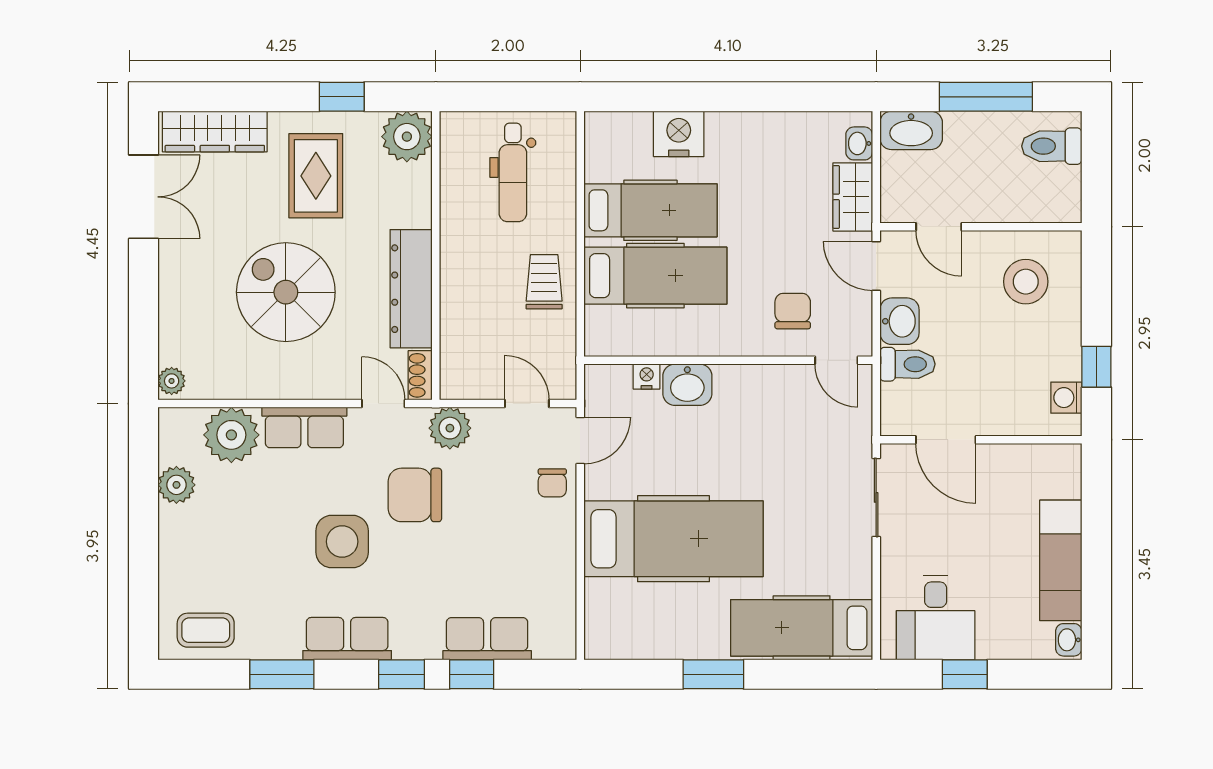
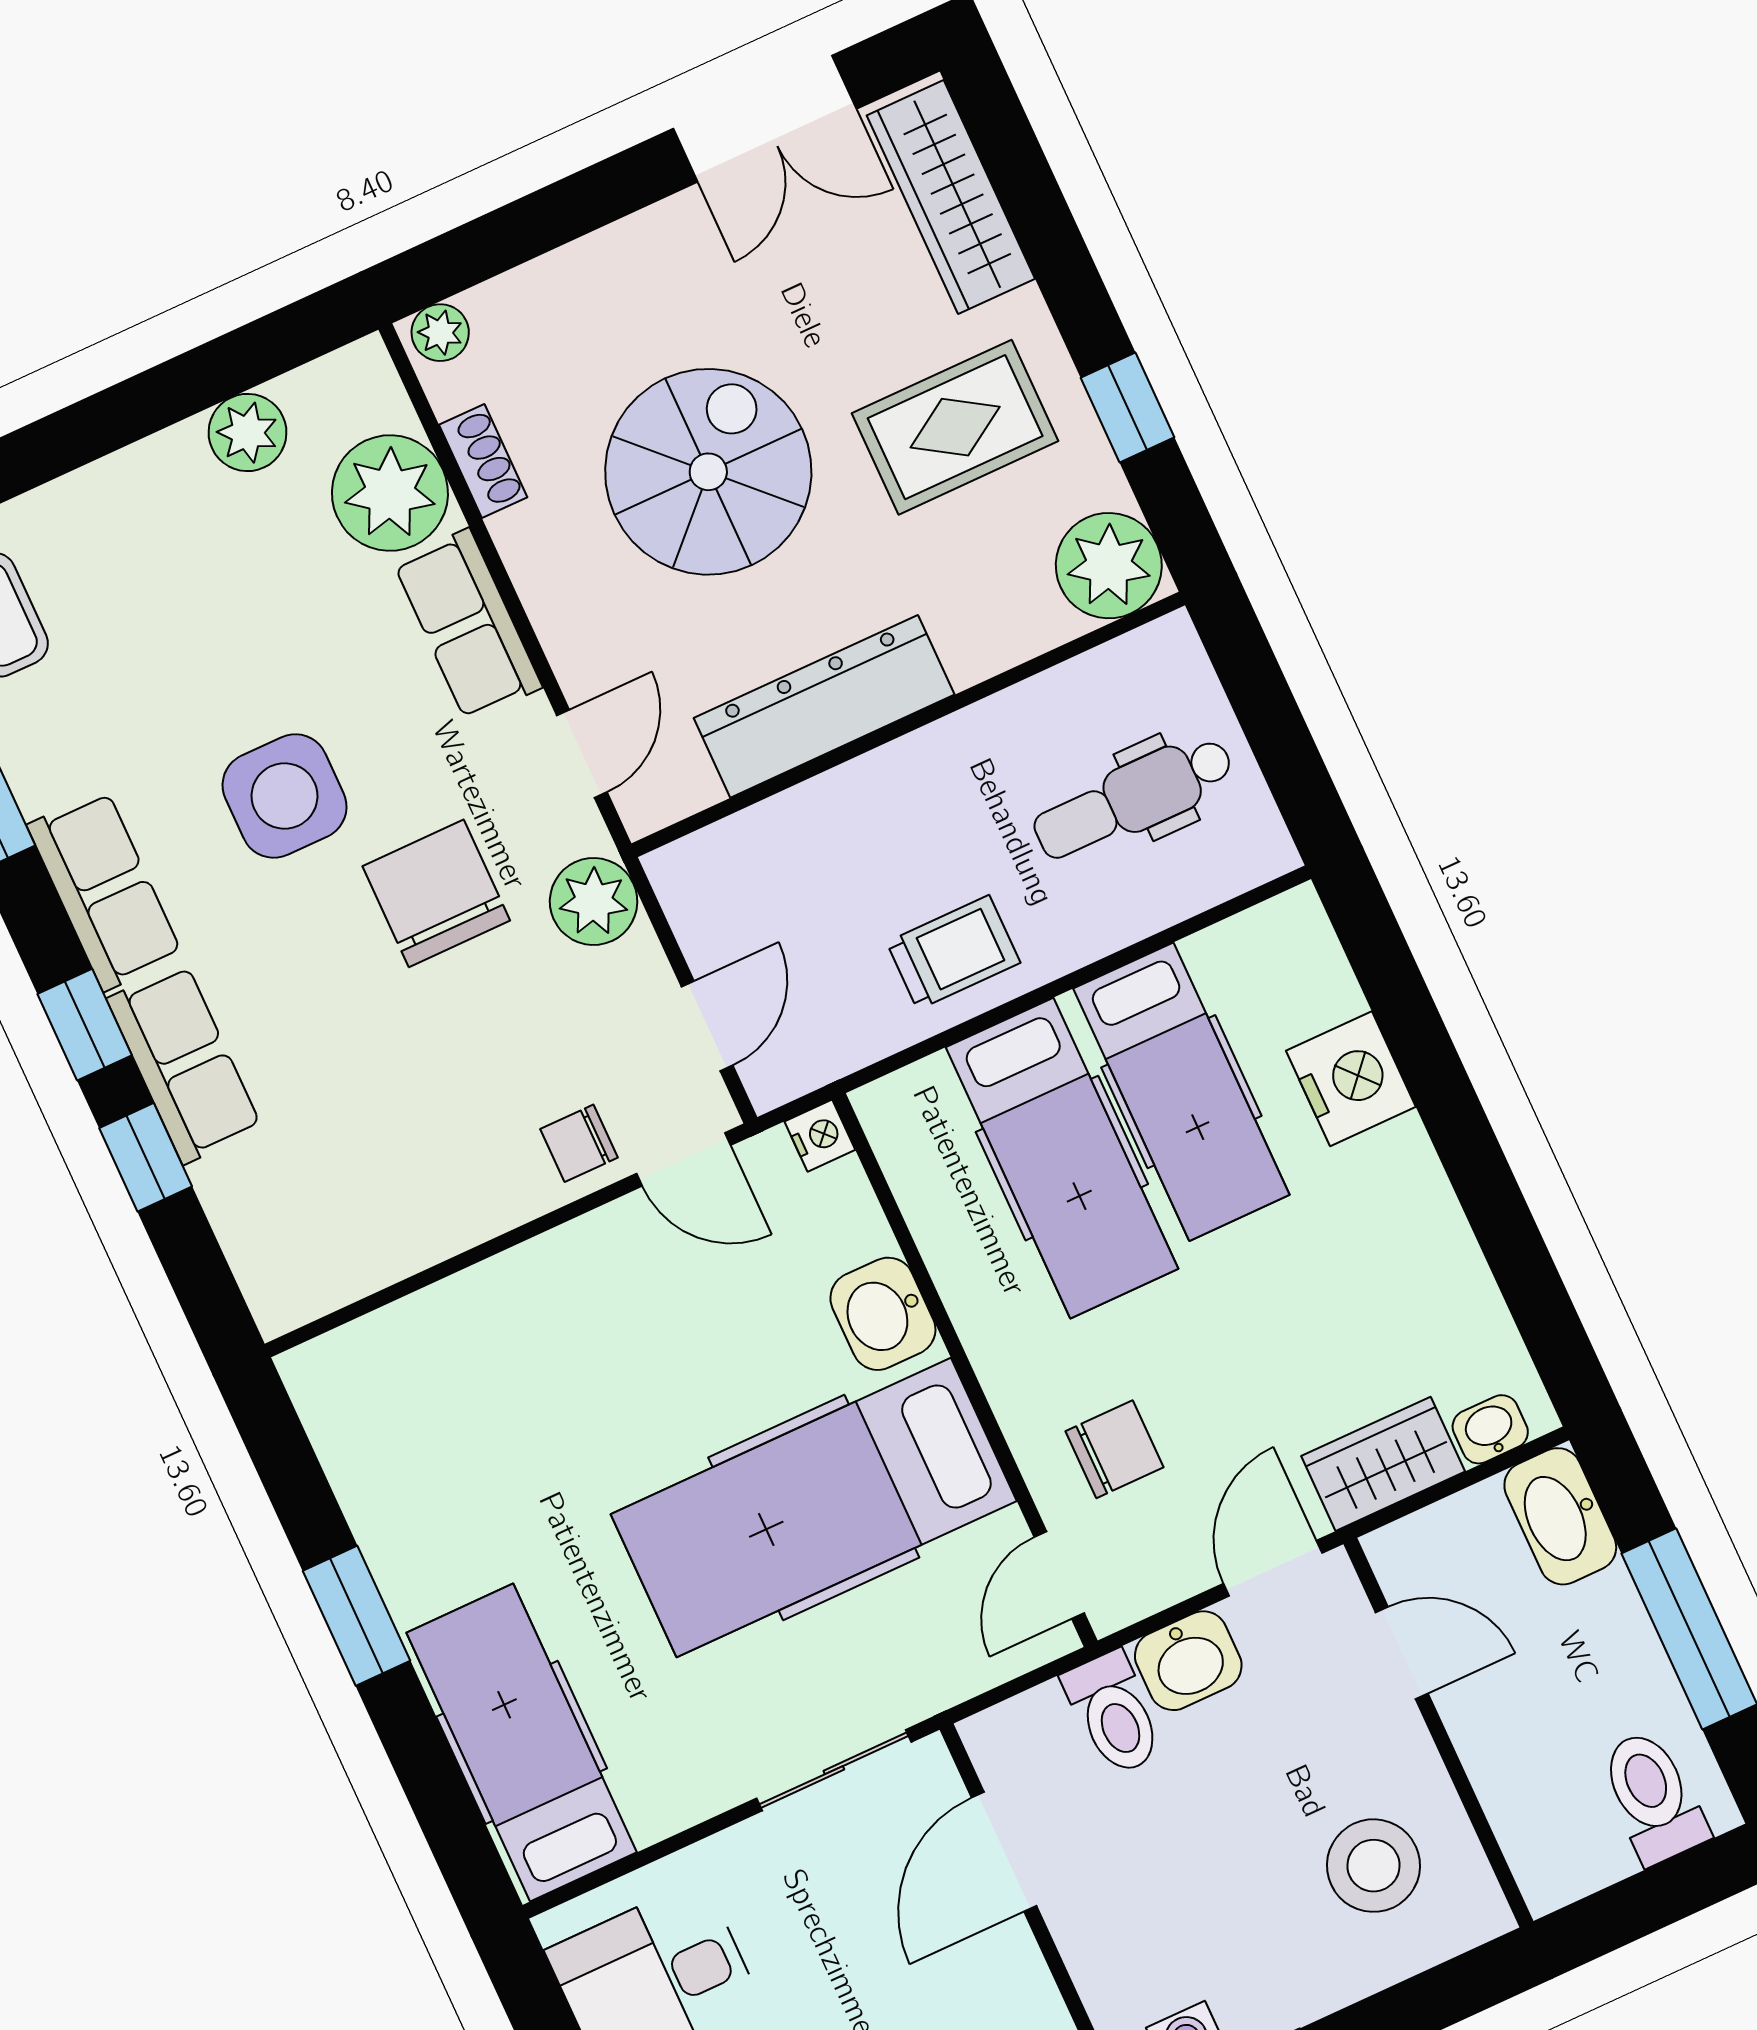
door: (939, 227) -> (1402, 1653), swing flipped
shoe rack: (420, 375) -> (483, 461), moved, turned 90
nightstand: (647, 376) -> (820, 1136), moved
hospital bed: (674, 539) -> (814, 1508), moved, turned 90
row of seats: (487, 639) -> (184, 1064), moved

